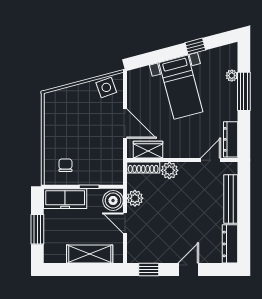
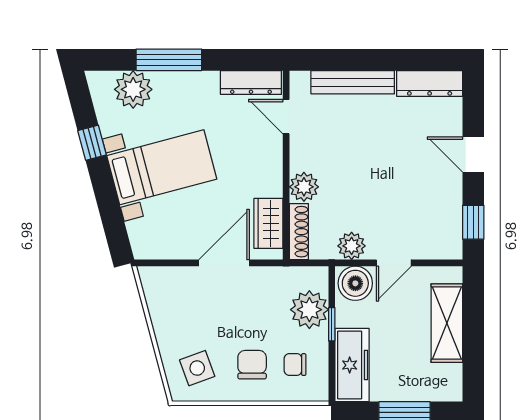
plant: (232, 76) -> (133, 89), width x1.88, depth x1.88
side table: (106, 87) -> (197, 368), moved
chair: (65, 140) -> (252, 365), added
plant: (98, 174) -> (309, 310), added

